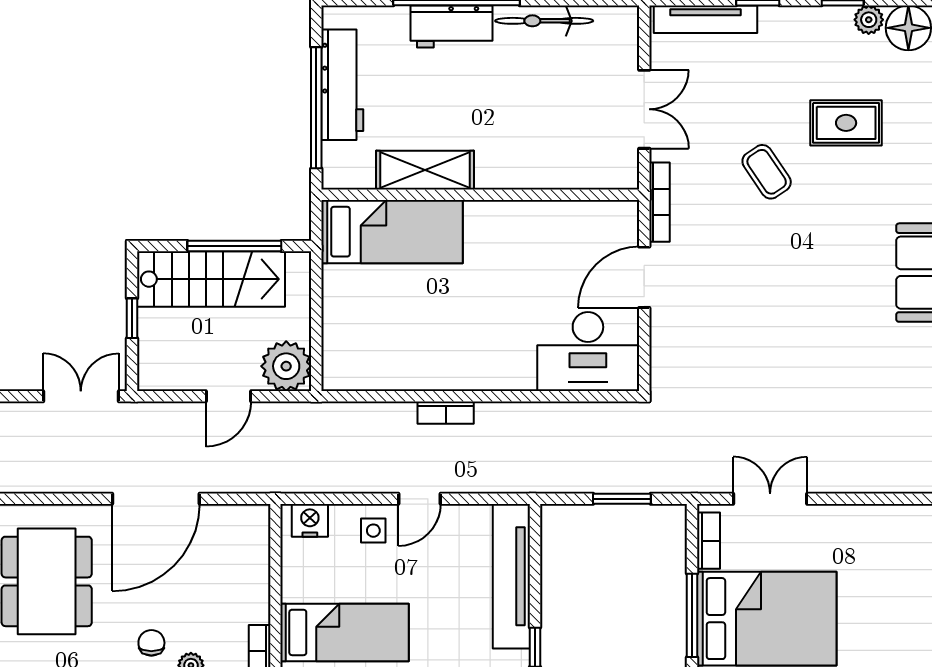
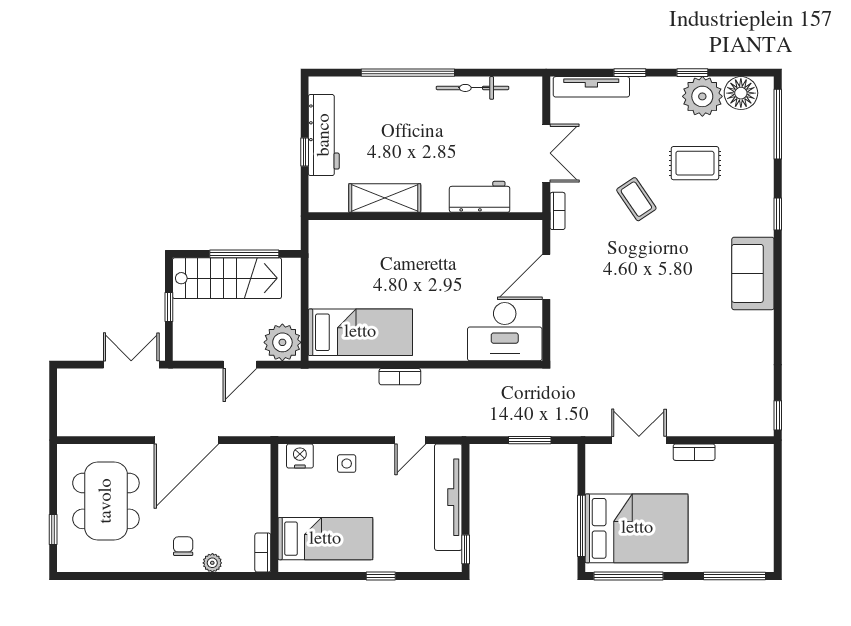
plant: (869, 20) -> (702, 96), width x1.88, depth x1.88
workbench: (451, 26) -> (480, 197), moved, turned 180
window: (316, 108) -> (305, 152), width x0.32
bookcase: (660, 202) -> (558, 211), width x0.64
bed: (392, 232) -> (360, 332), moved
door: (420, 499) -> (410, 440), moved
bookcase: (708, 541) -> (694, 452), moved, turned 90

